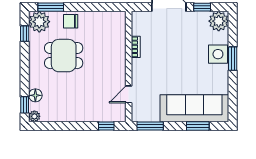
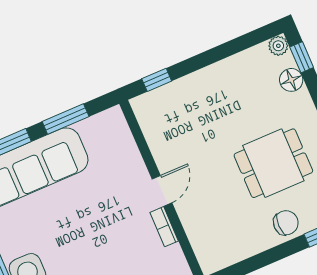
door: (129, 94) -> (162, 191), moved
window: (150, 126) -> (66, 119), moved

